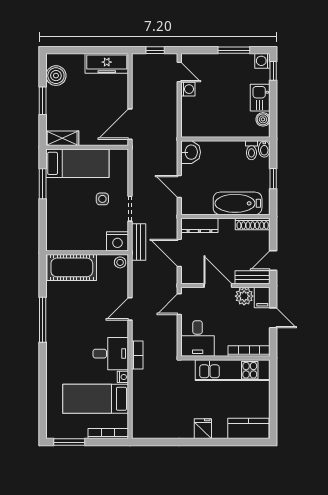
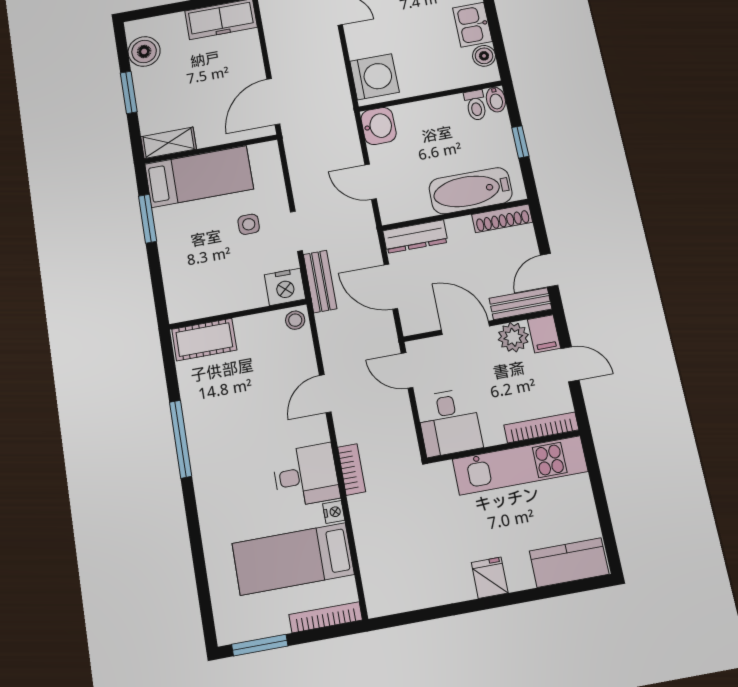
washing machine: (188, 89) -> (374, 77), moved, width x1.89, depth x1.89
cot: (72, 267) -> (204, 340), width x0.73, depth x0.75
door: (179, 304) -> (407, 370), hinge flipped

